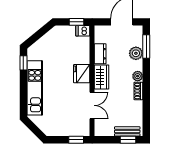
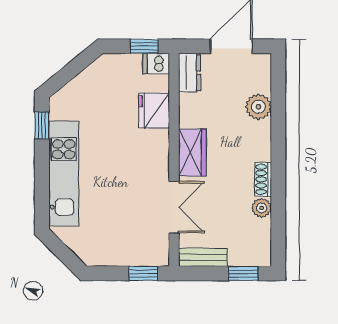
window: (146, 47) -> (278, 94), removed
dresser: (100, 54) -> (190, 73), moved
fridge: (82, 74) -> (154, 111), moved
plant: (138, 76) -> (262, 208), moved
bench: (127, 131) -> (203, 257), moved

